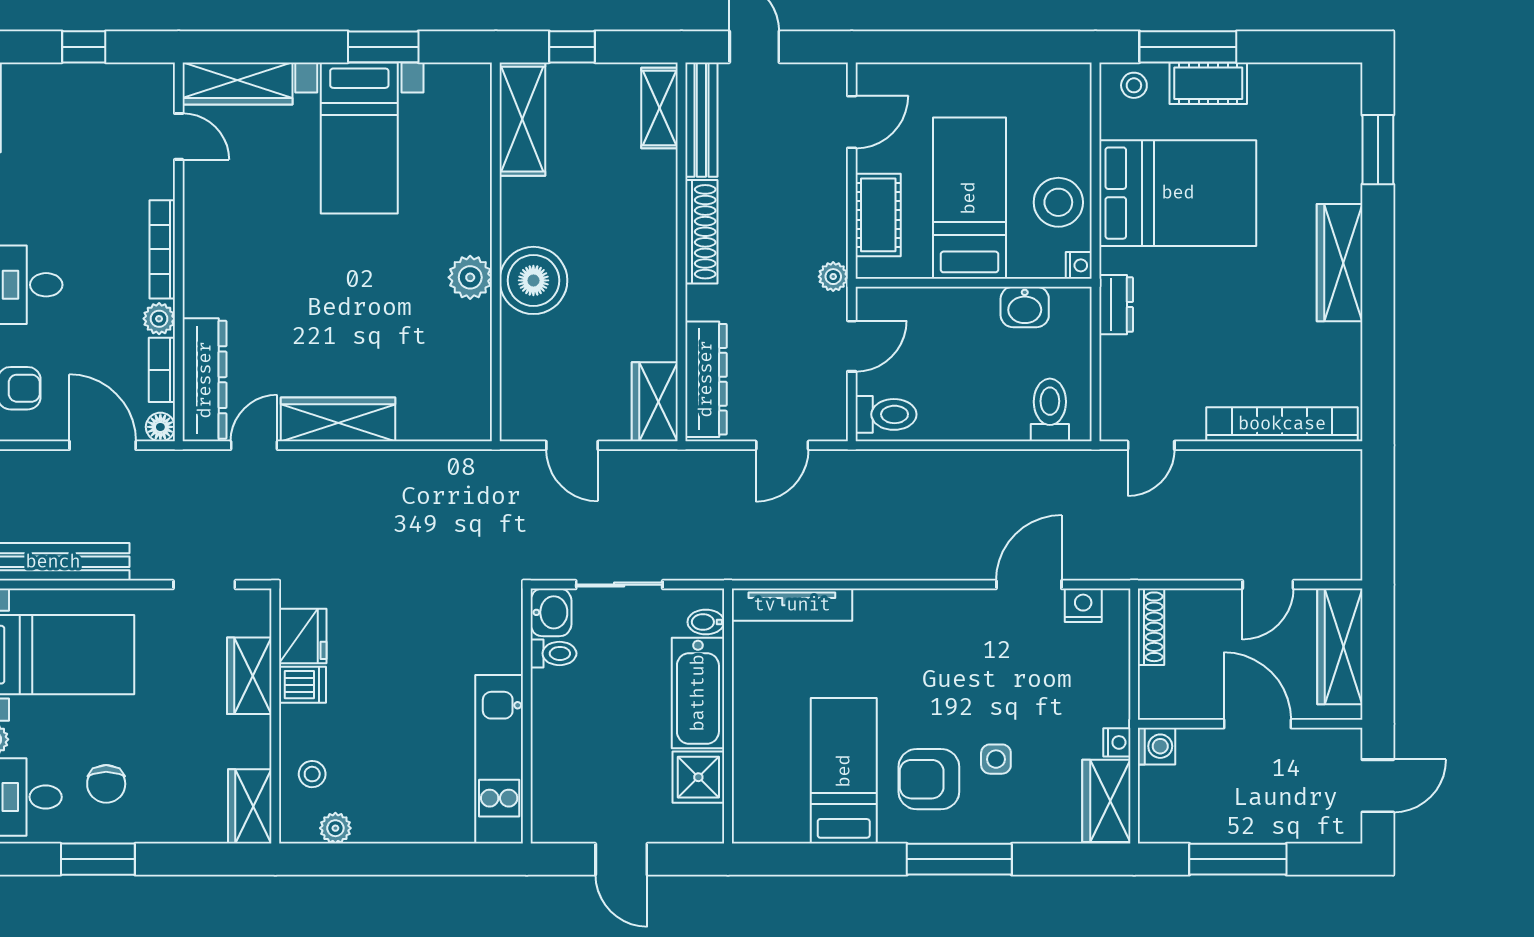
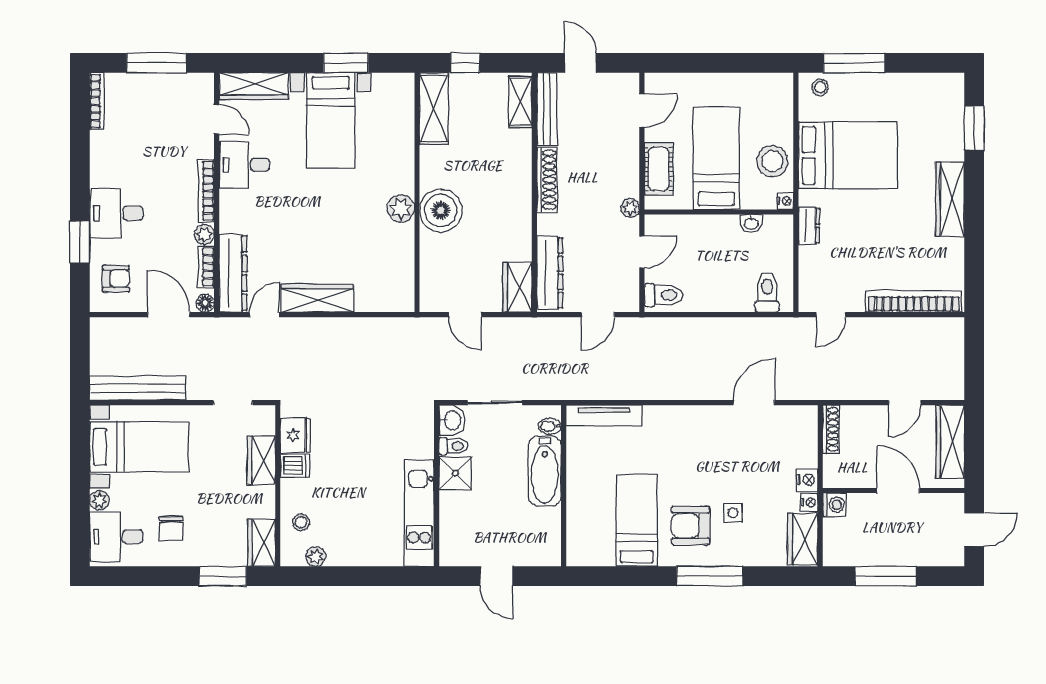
window: (84, 47) -> (157, 63), width x2.17
cot: (1208, 83) -> (867, 86), removed
desk: (222, 208) -> (244, 165), added
washbasin: (1025, 307) -> (751, 223), width x0.72, depth x0.69
nightstand: (1083, 605) -> (807, 480), moved, turned 90
shower: (698, 777) -> (455, 473), moved
window: (98, 859) -> (223, 576), moved

